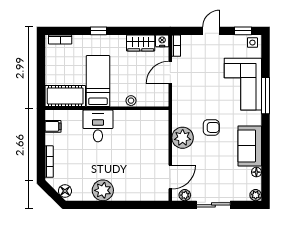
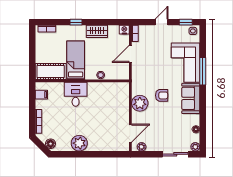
wardrobe: (141, 43) -> (97, 31), moved
sofa: (250, 146) -> (191, 98), moved
sliding door: (213, 205) -> (175, 154), moved

